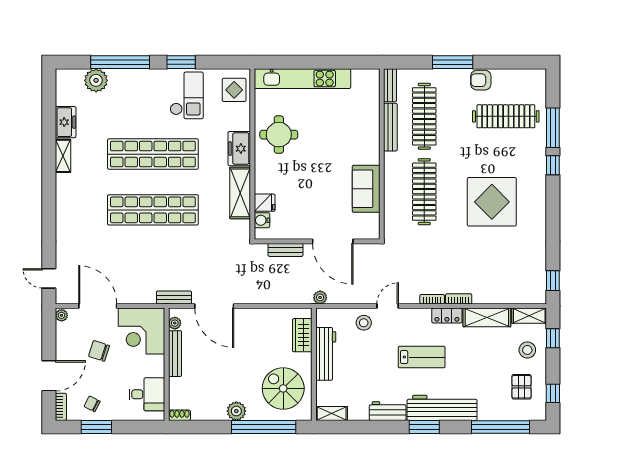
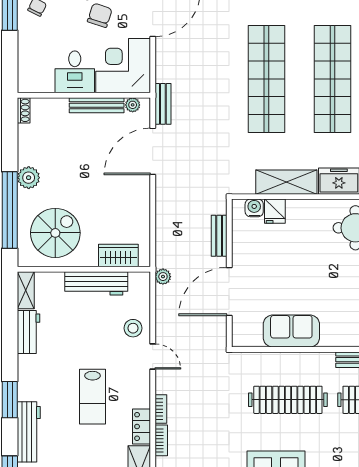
desk: (147, 394) -> (75, 72), moved
workbench: (442, 408) -> (29, 432), width x0.73, depth x0.76
workbench: (388, 411) -> (29, 332), moved

